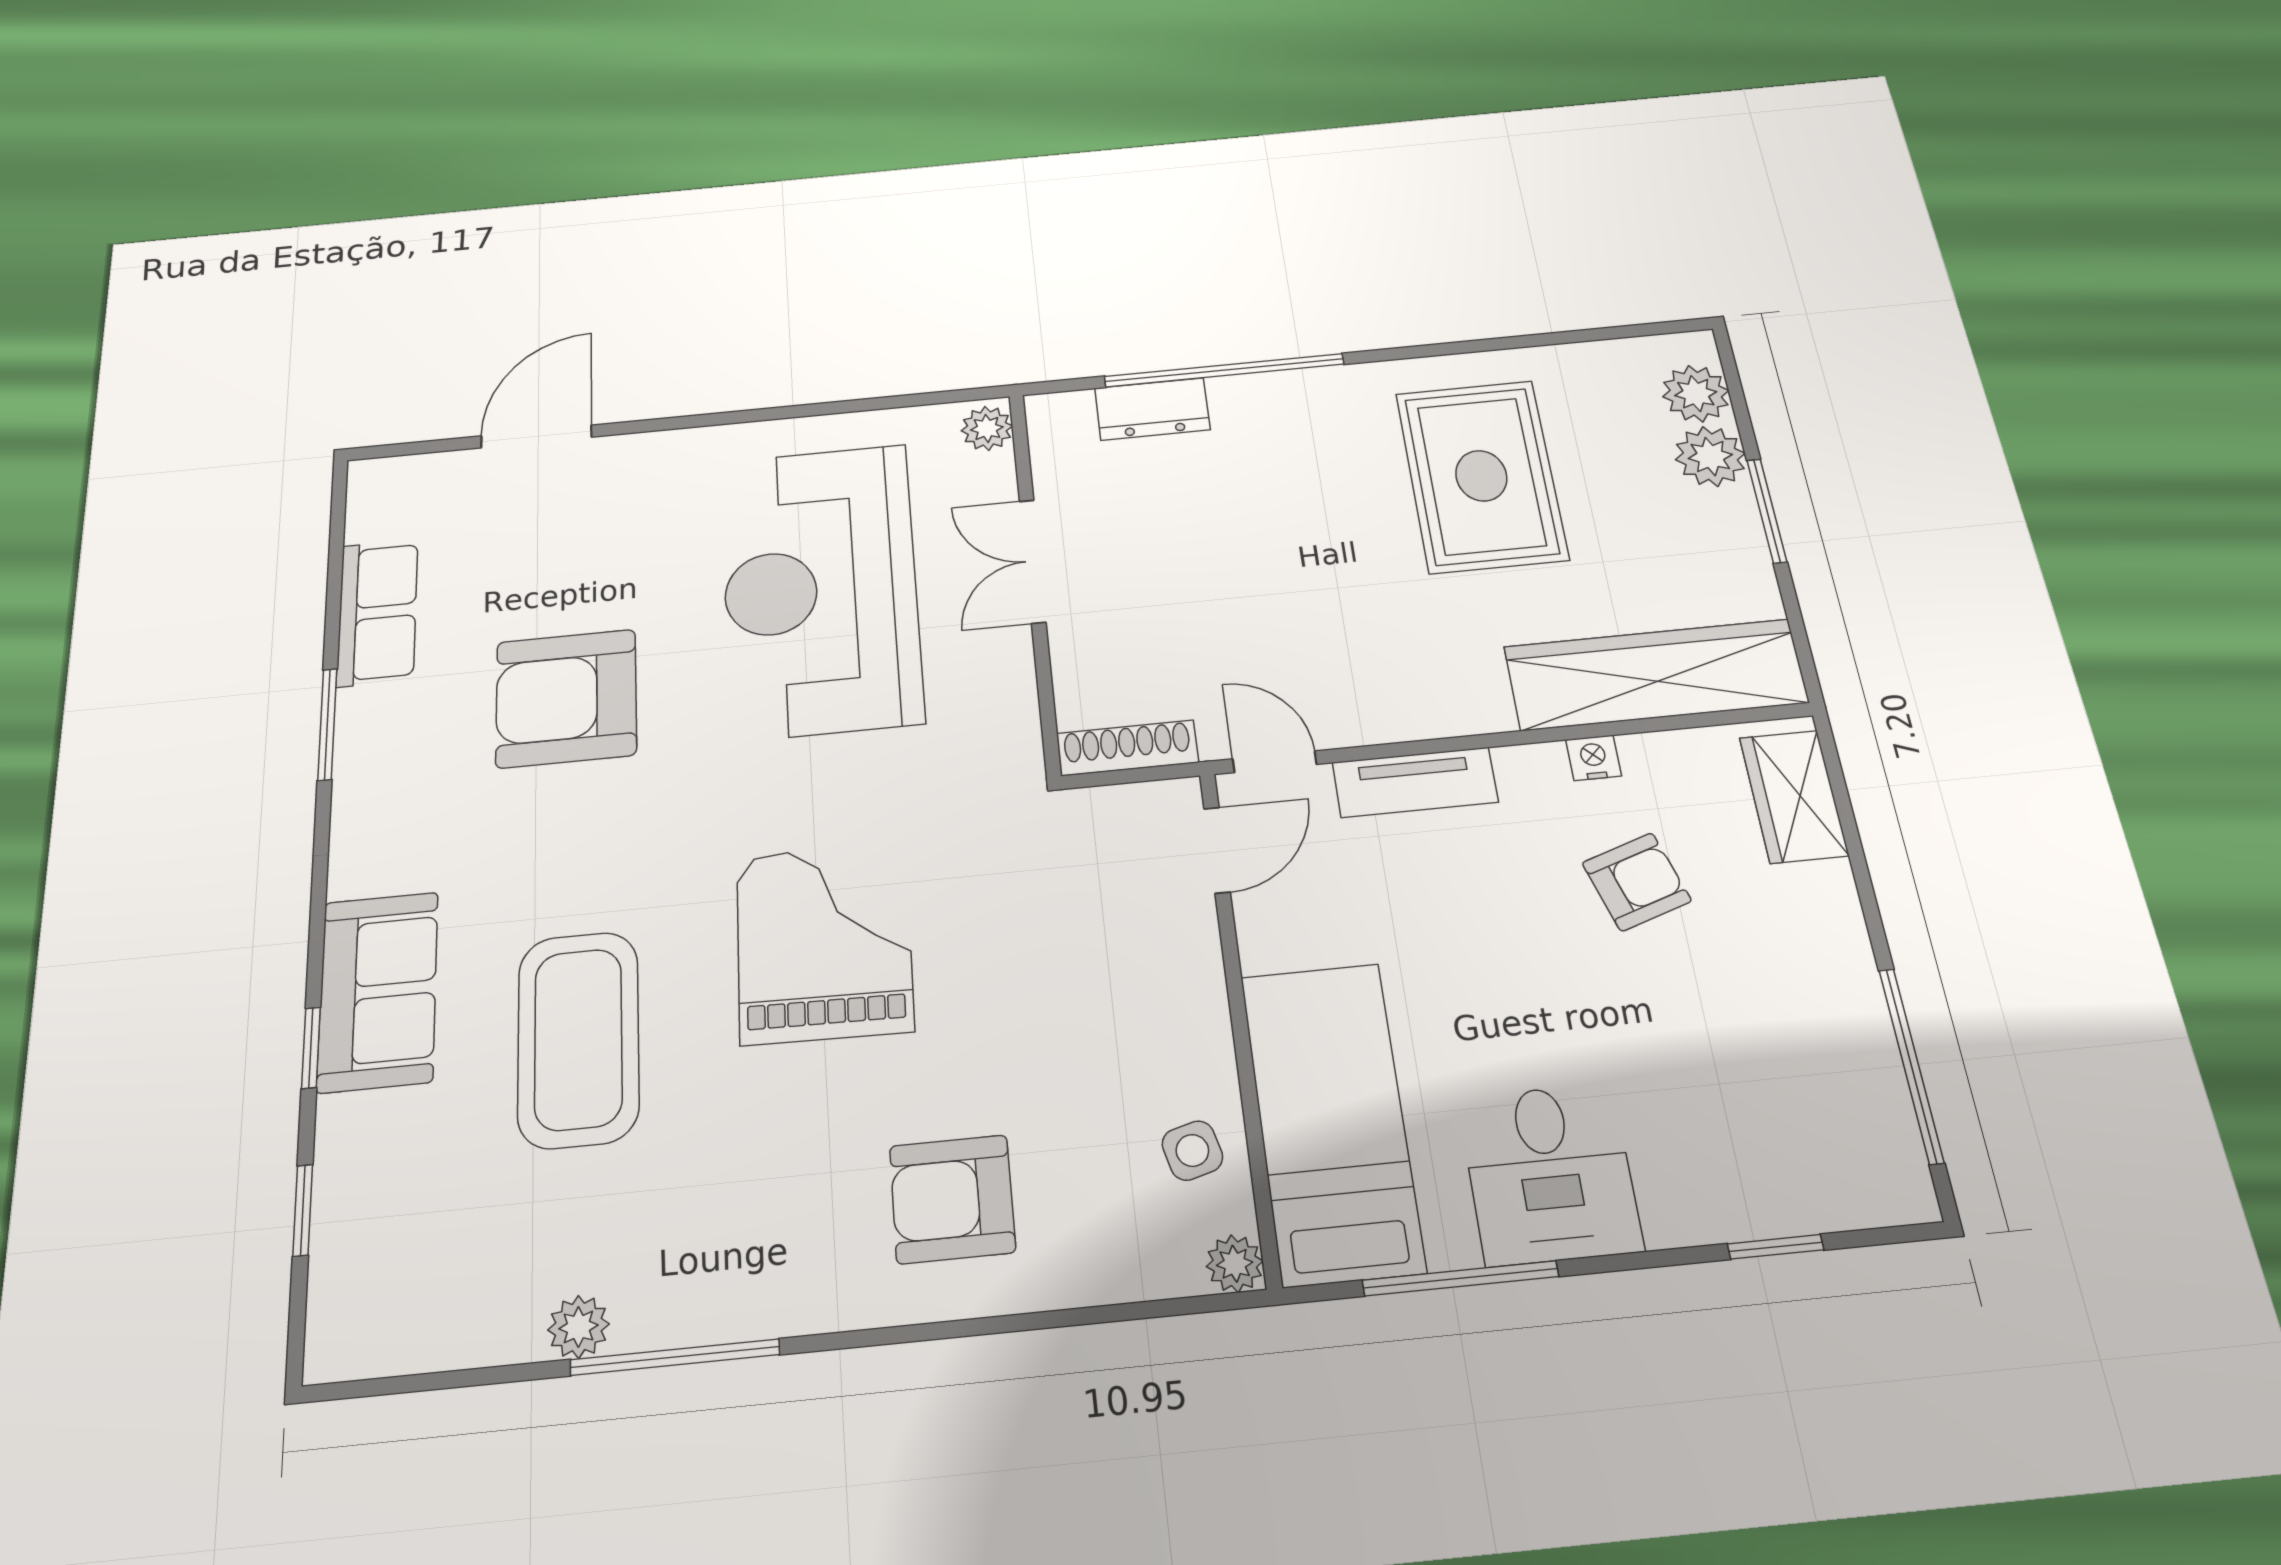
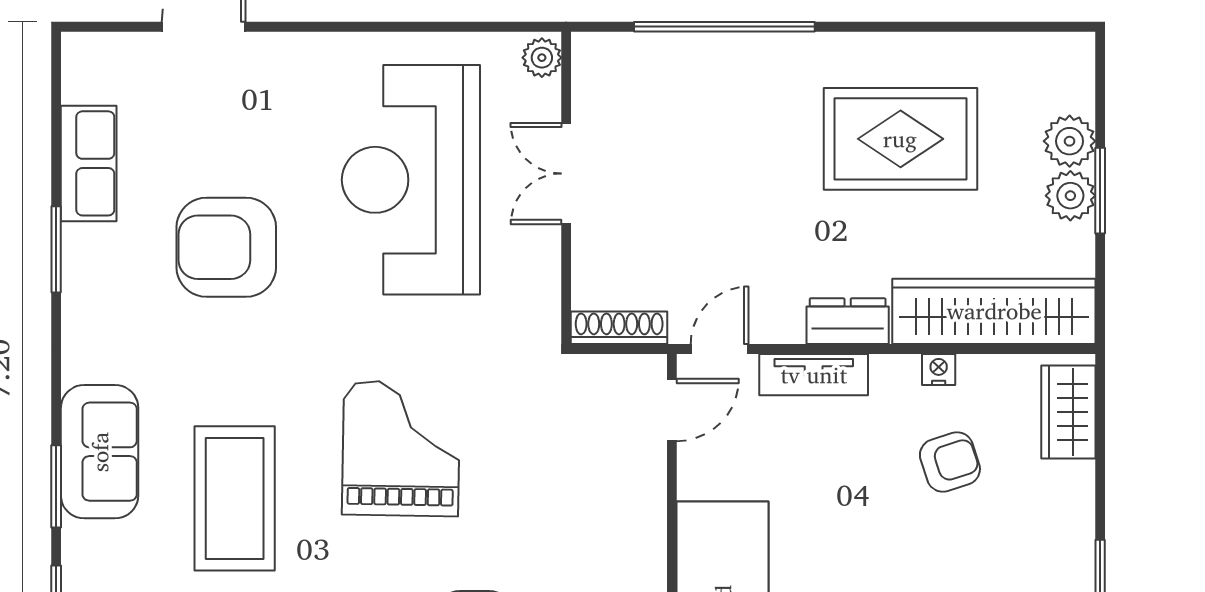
plant: (1696, 394) -> (1070, 196), moved
dresser: (1152, 409) -> (848, 321), moved, turned 180
rug: (1481, 476) -> (900, 139), turned 90
door: (1275, 762) -> (720, 349), hinge flipped
window: (311, 1048) -> (56, 486), width x1.50

